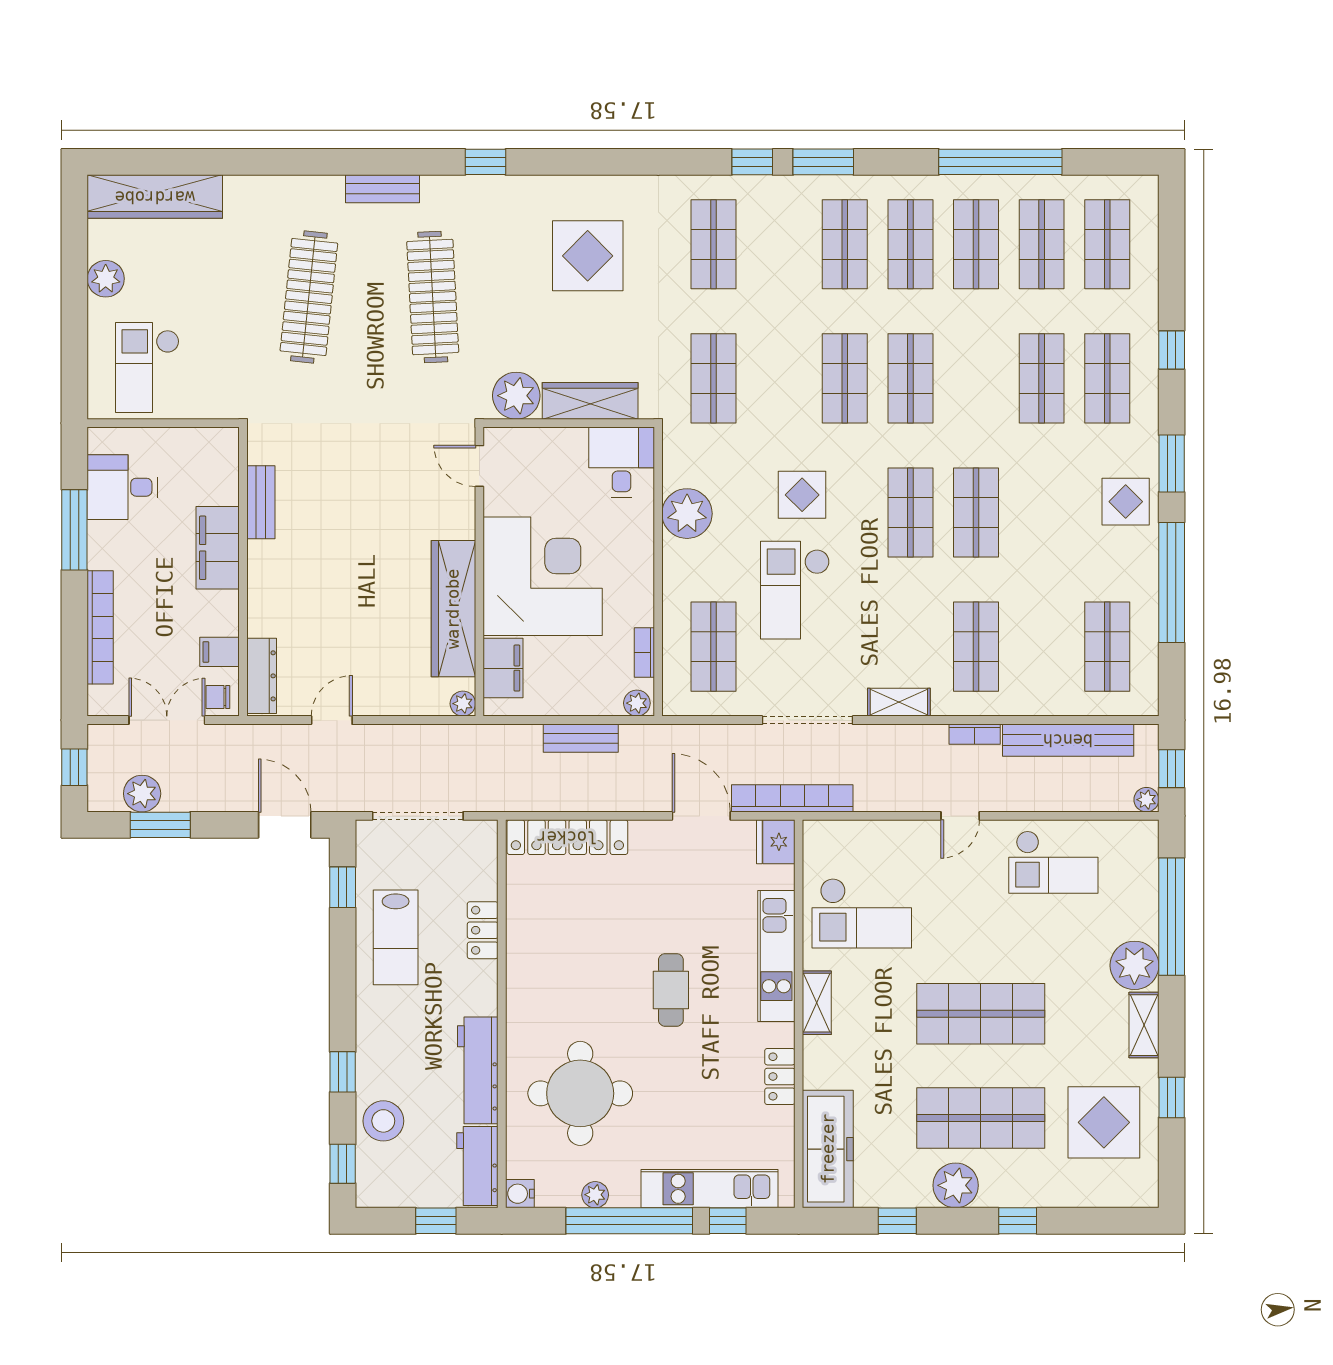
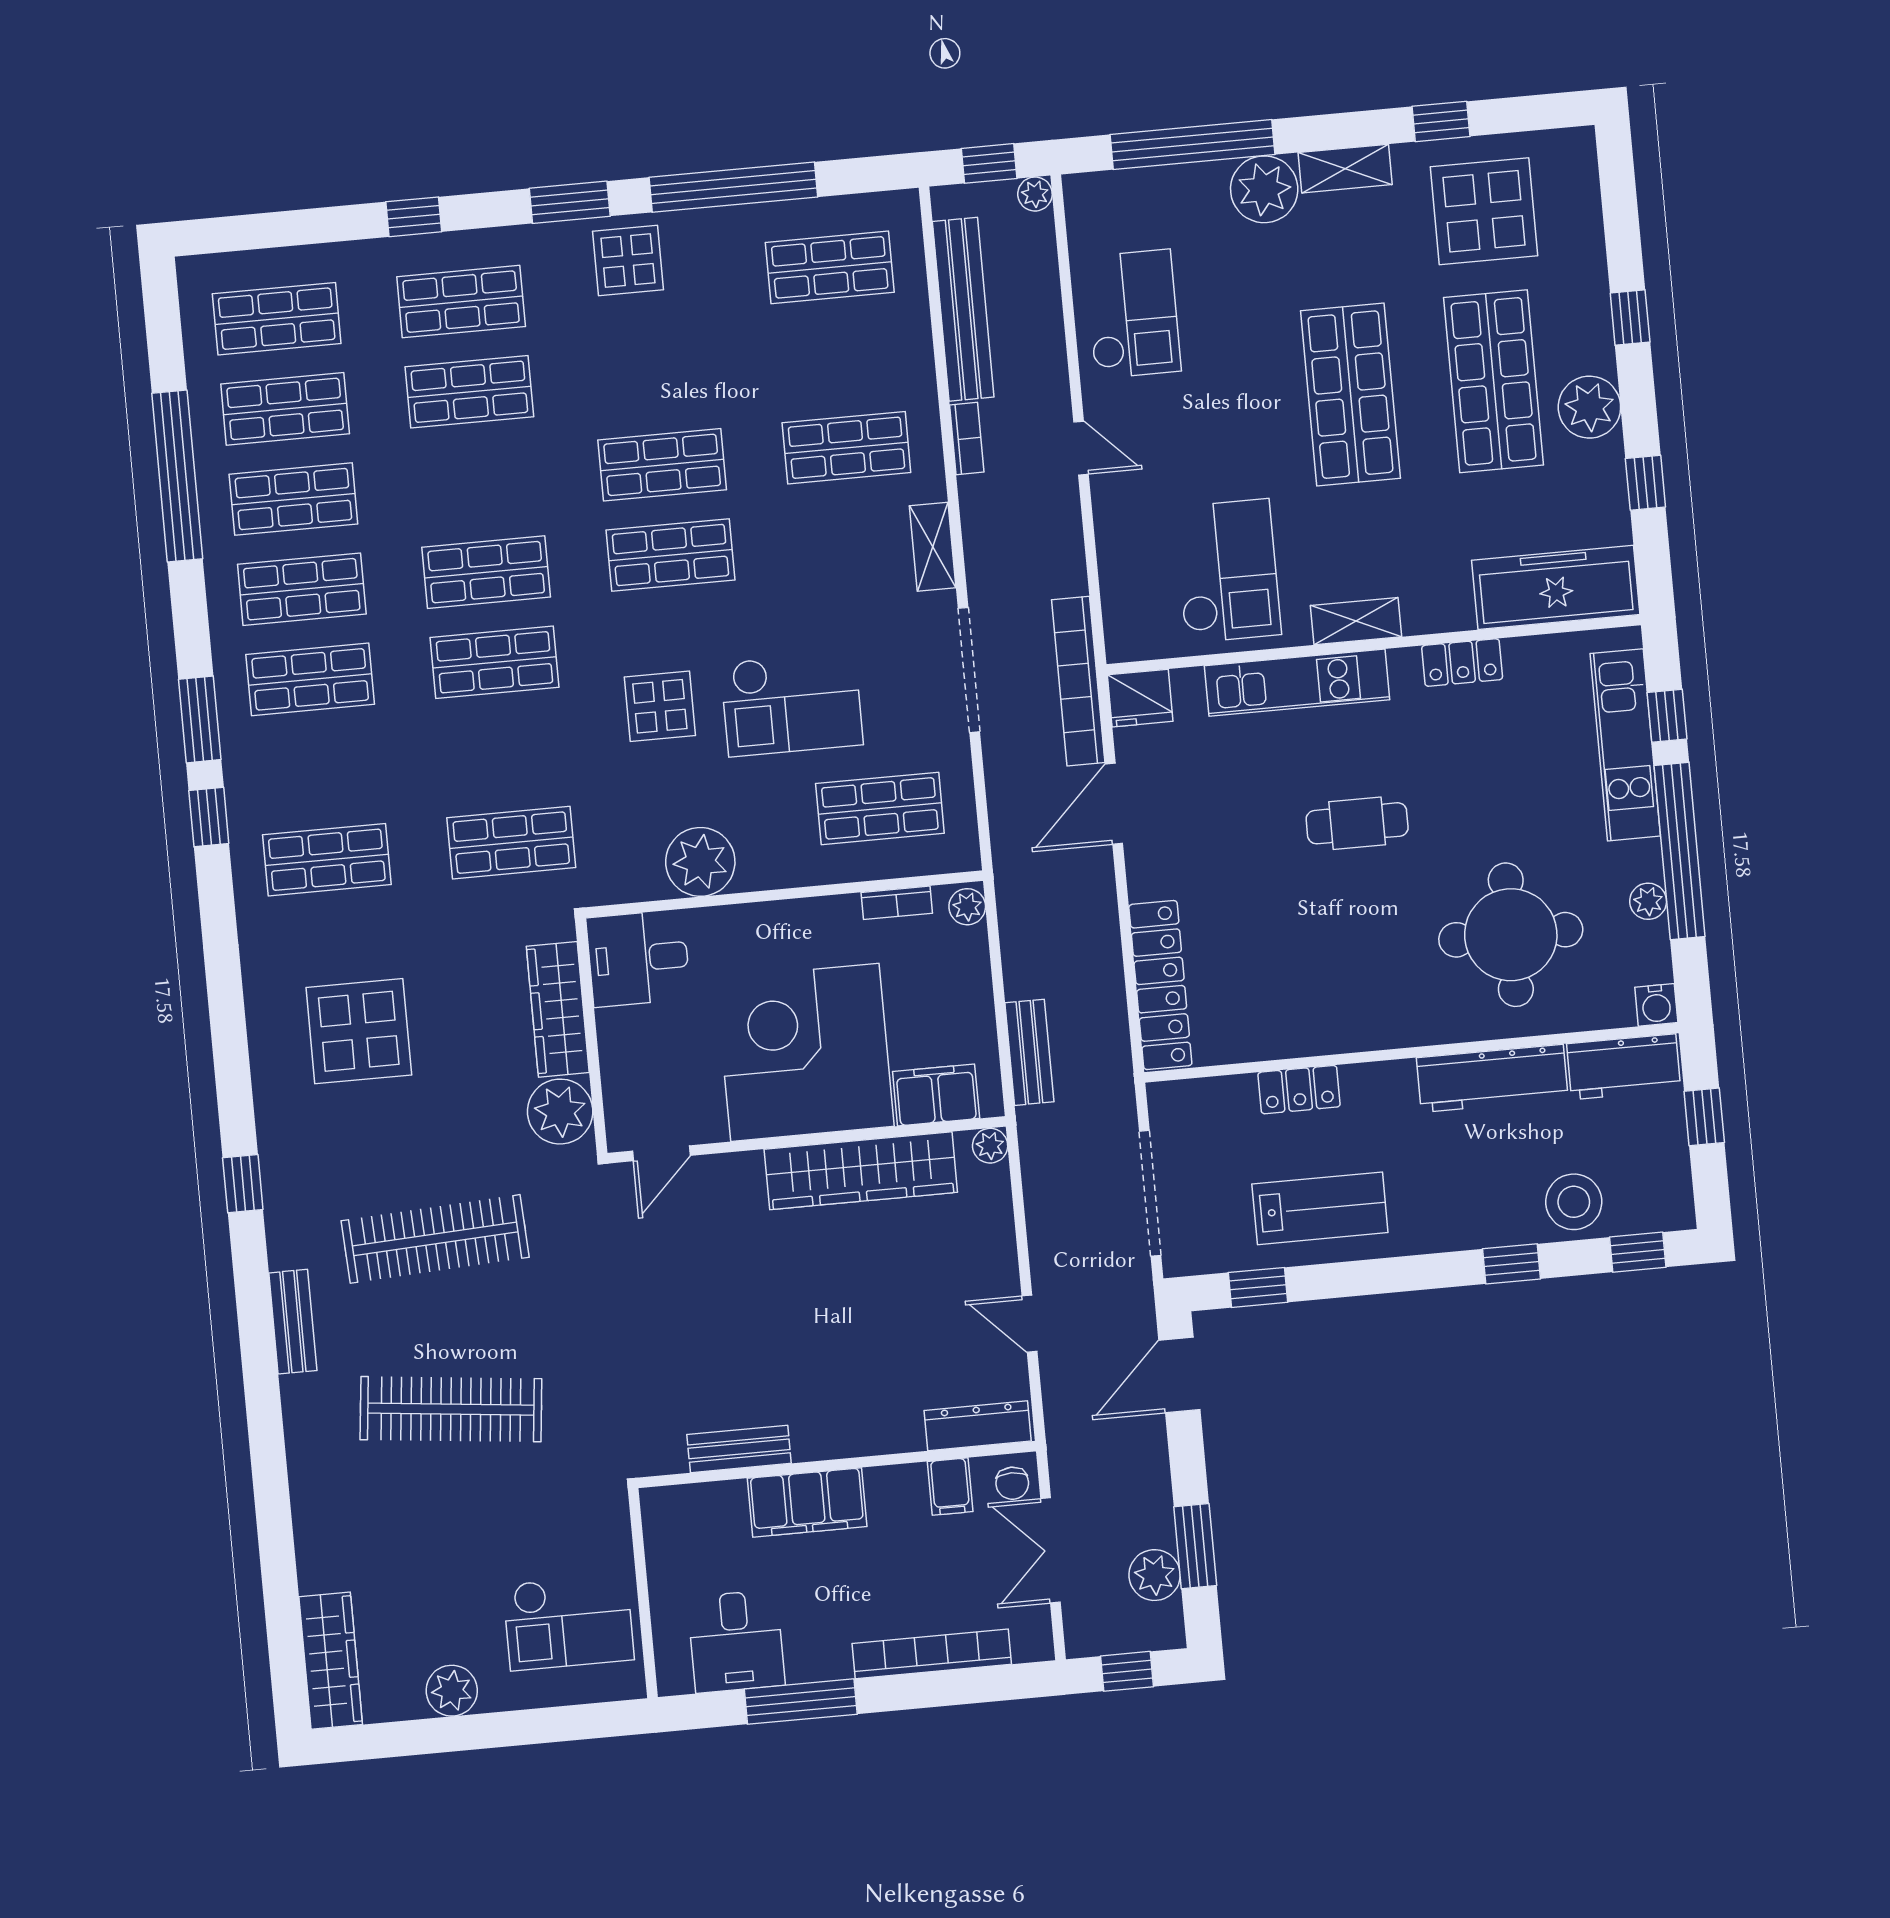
wardrobe: (155, 197) -> (331, 1661), width x0.71, depth x0.85
bench: (581, 738) -> (1029, 1052), moved

